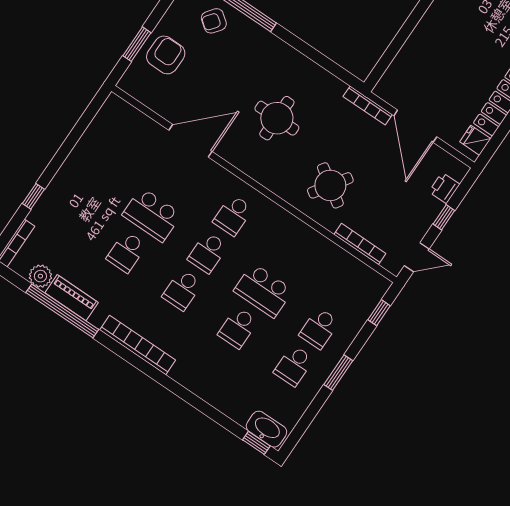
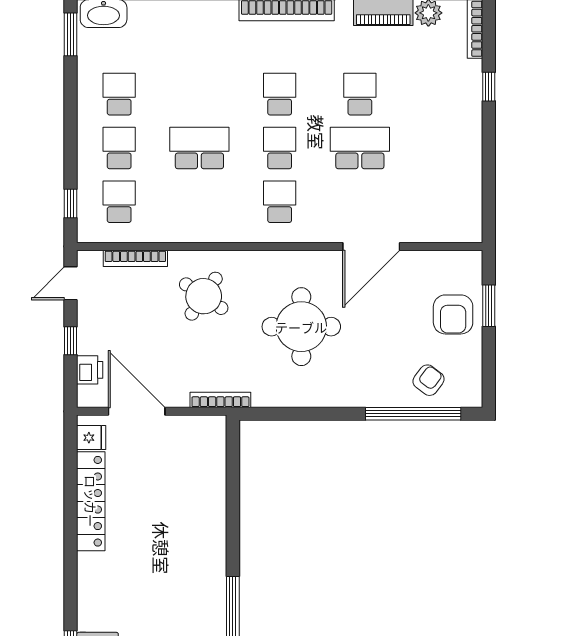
round table: (277, 118) -> (301, 327), width x1.36, depth x1.36
door: (415, 126) -> (137, 411), moved
school desk: (238, 328) -> (119, 202), moved
window: (338, 373) -> (71, 34), moved

